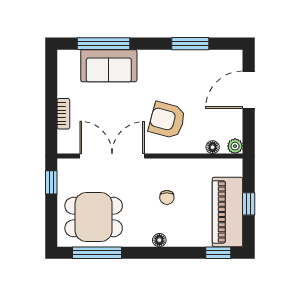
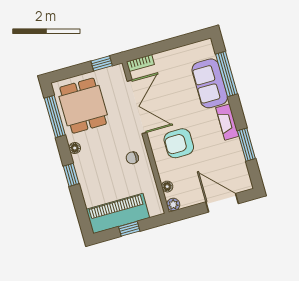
fireplace: (158, 58) -> (227, 122), added
bookcase: (63, 114) -> (140, 63), moved
armchair: (167, 120) -> (179, 143), turned -105
chair: (167, 197) -> (132, 158), moved
floor lamp: (159, 240) -> (75, 148), moved
window: (218, 253) -> (71, 175), moved

